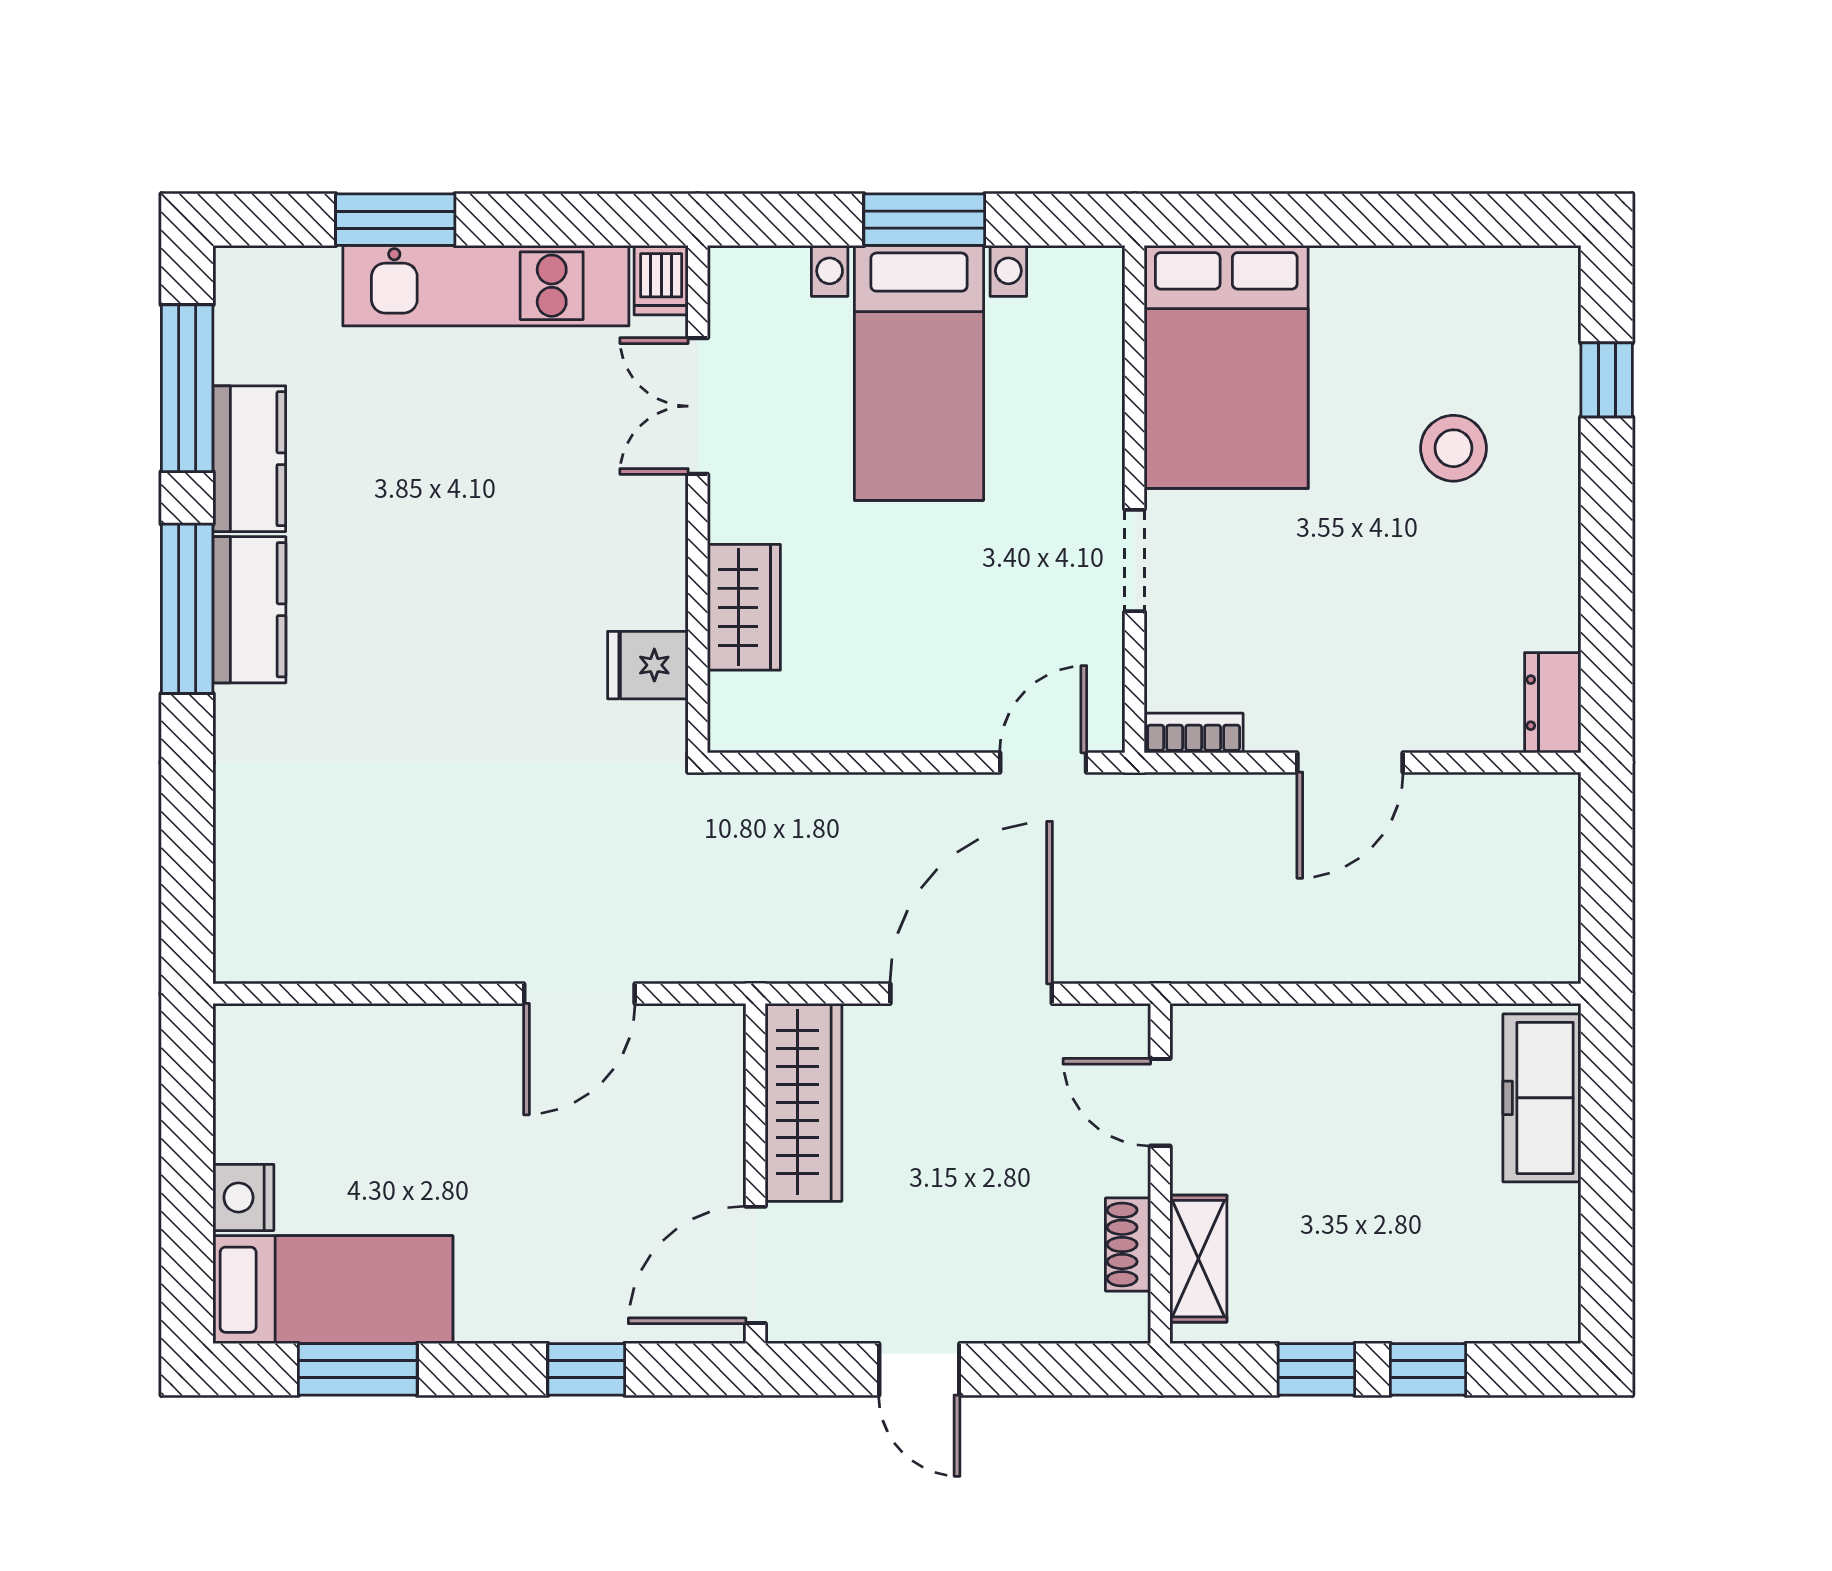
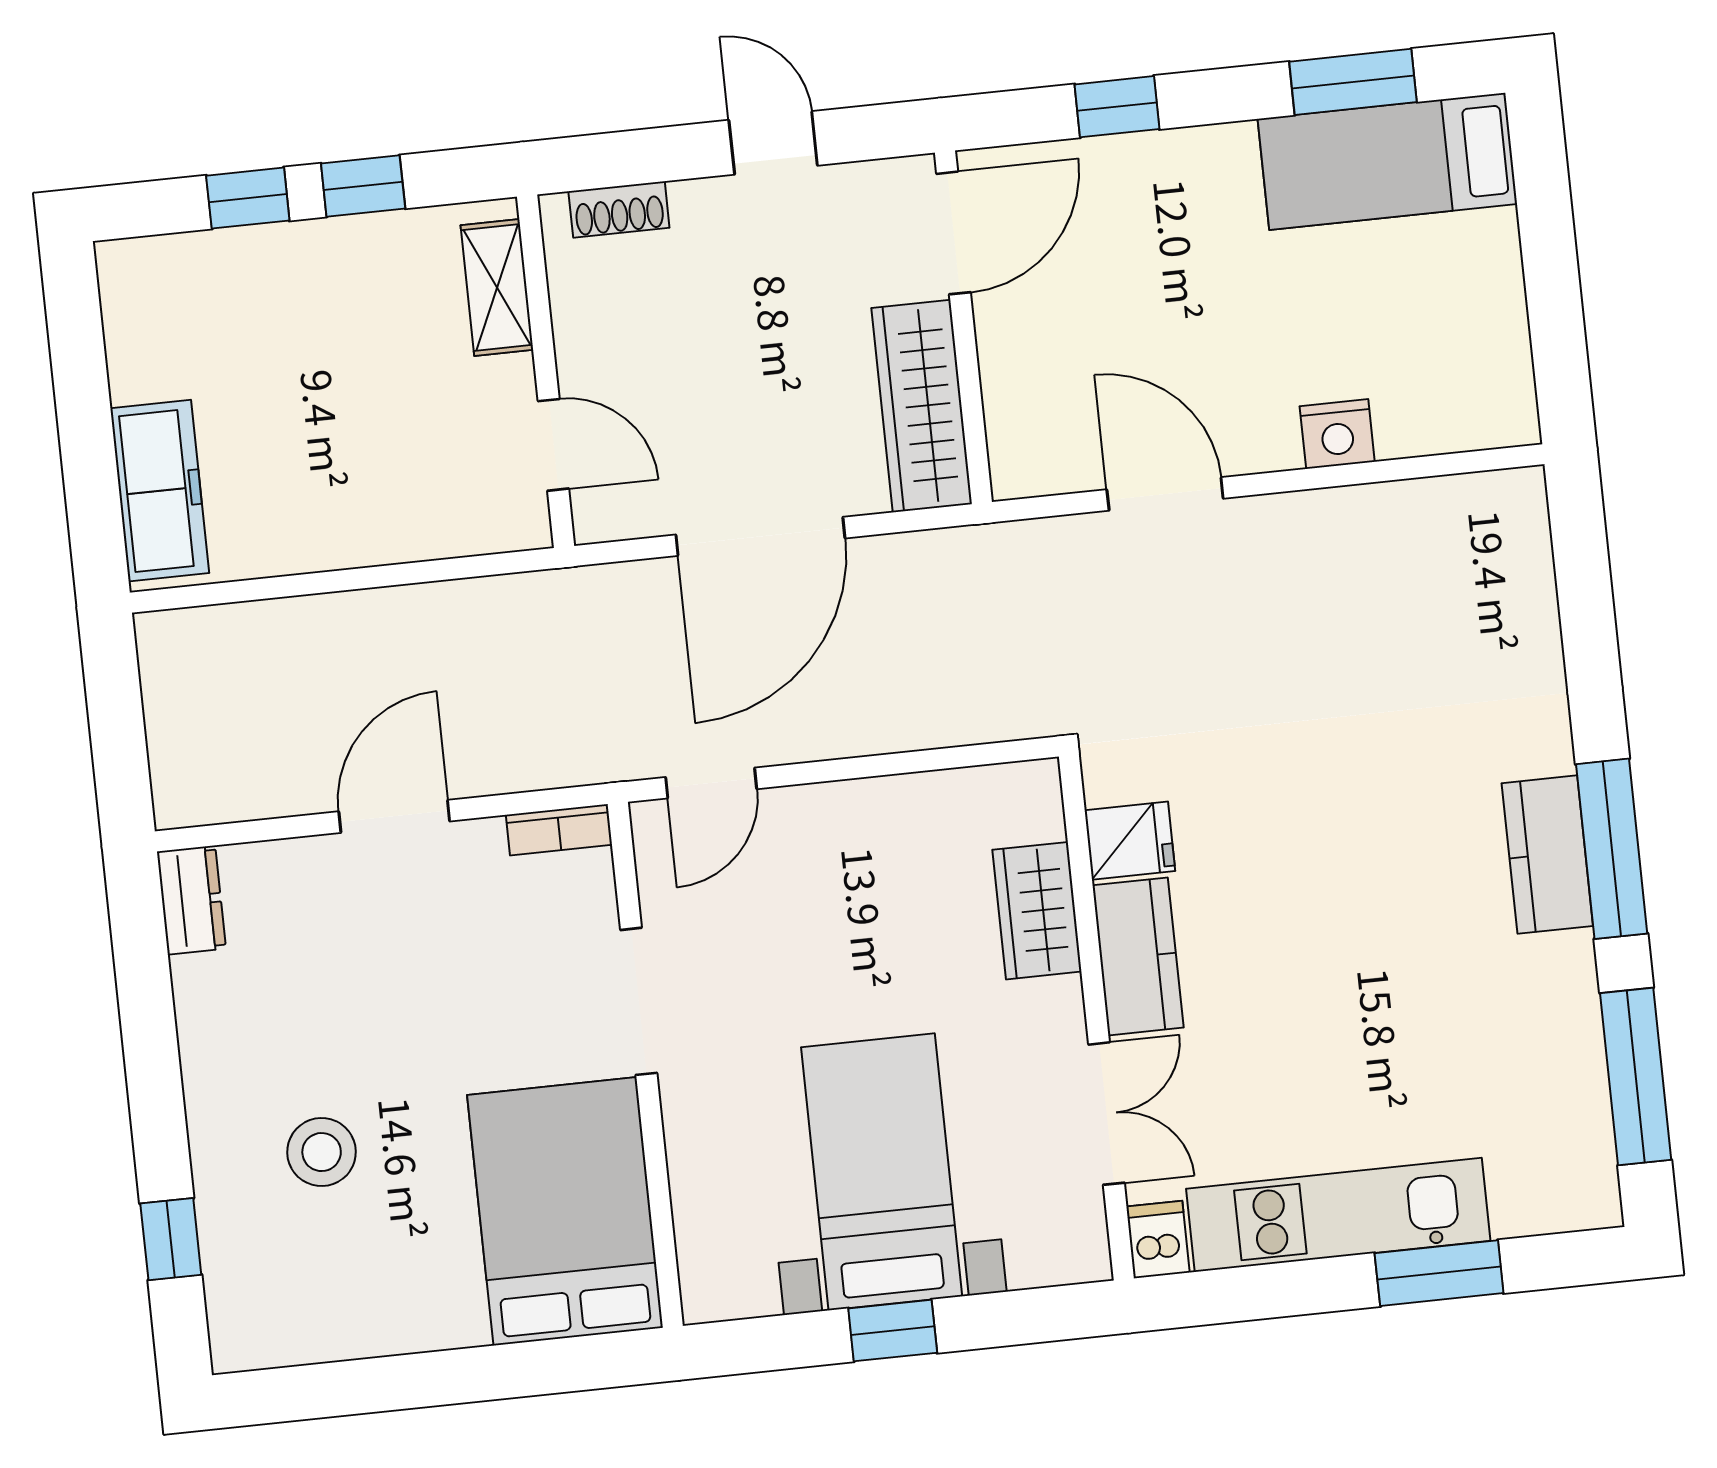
window: (924, 220) -> (893, 1331), width x0.67
kitchen counter: (249, 459) -> (1138, 956), moved, turned 180
doorway: (1135, 561) -> (639, 1001), width x1.38
door: (579, 994) -> (1165, 494), hinge flipped
nightstand: (243, 1197) -> (1337, 434), moved, turned 90
shoe rack: (1128, 1244) -> (619, 209), moved, turned 90

